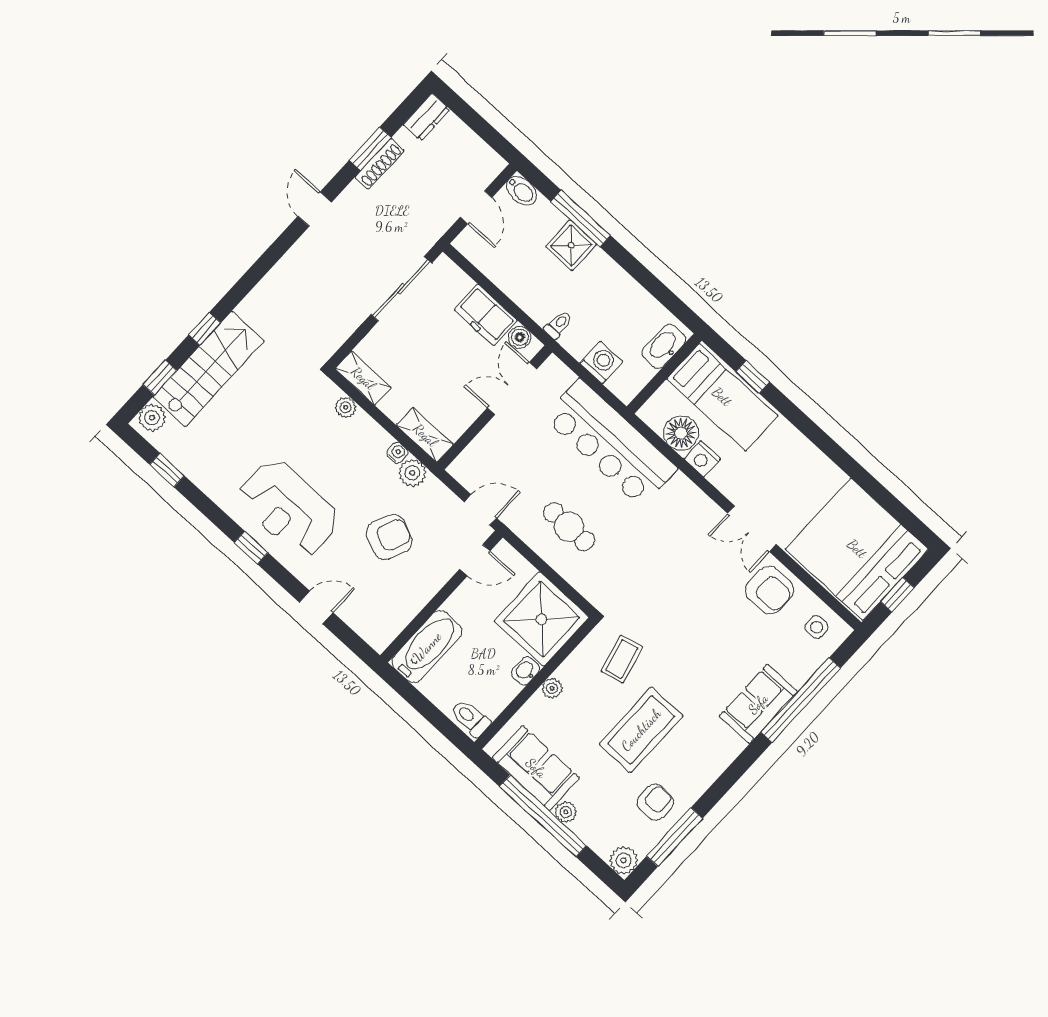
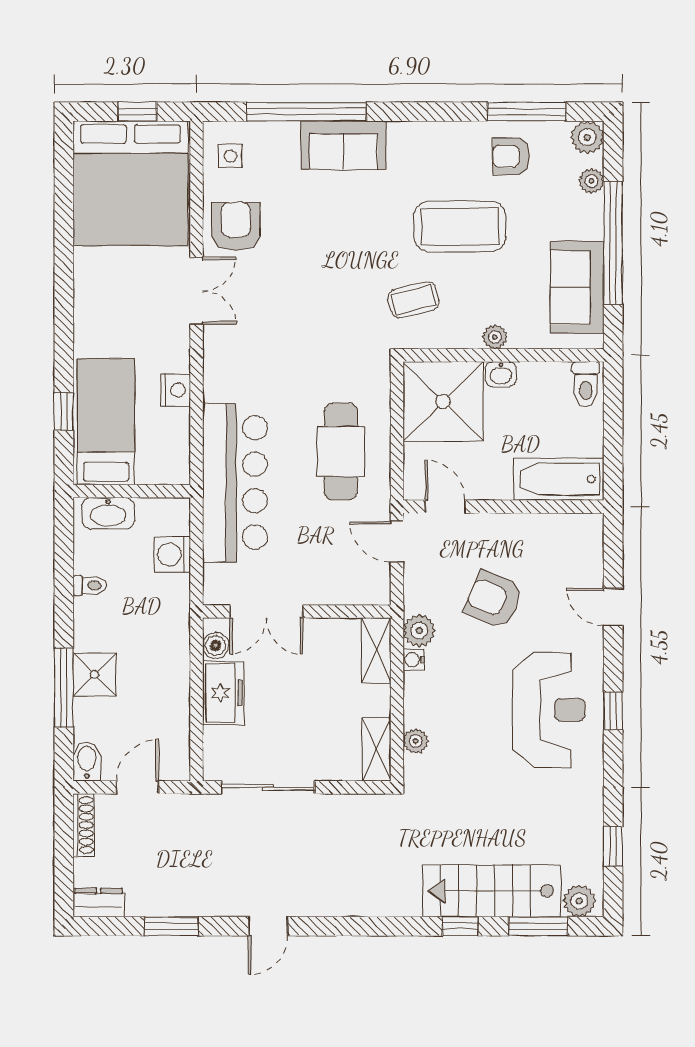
shoe rack: (379, 164) -> (84, 825), moved, turned 90
toilet: (558, 325) -> (90, 585), moved, turned 180
window: (160, 378) -> (538, 926), width x1.50
floor lamp: (681, 433) -> (170, 429), removed
cafe table: (569, 527) -> (341, 451), width x1.37, depth x1.35
plant: (566, 812) -> (591, 181), moved

